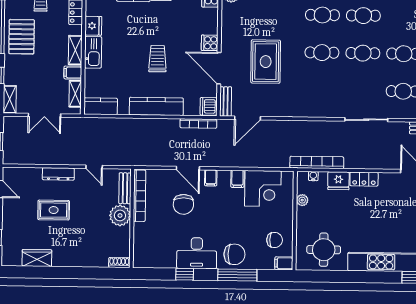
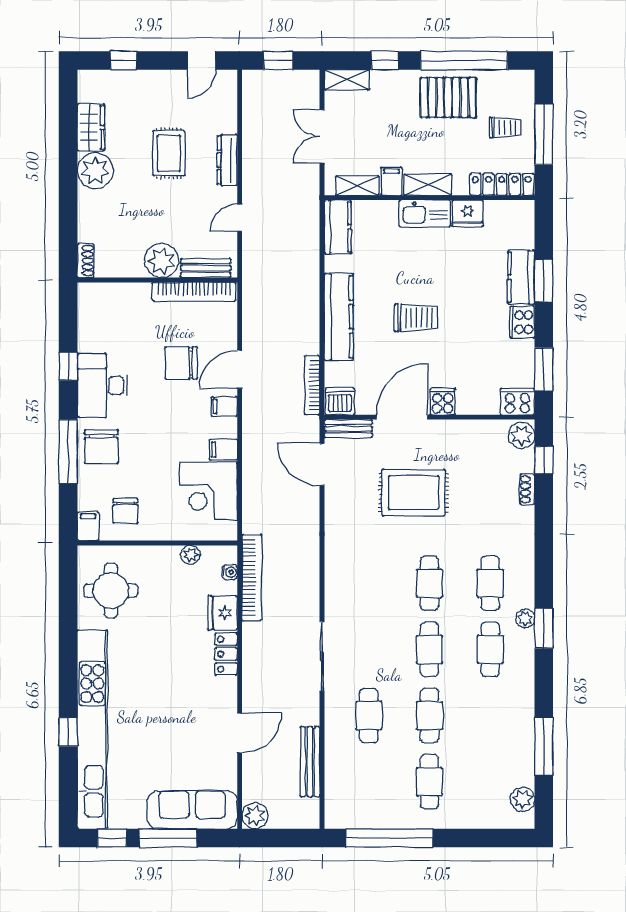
plant: (64, 256) -> (95, 171), added

